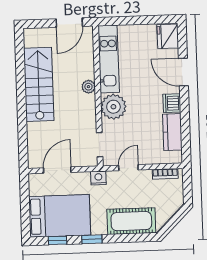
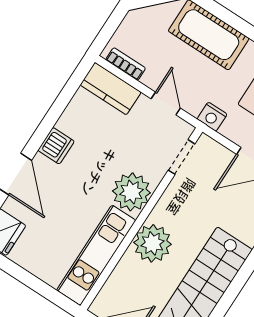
plant: (88, 87) -> (152, 243), width x1.87, depth x1.87
kitchen counter: (172, 132) -> (111, 89), moved, turned 90
door: (128, 168) -> (166, 103), swing flipped

